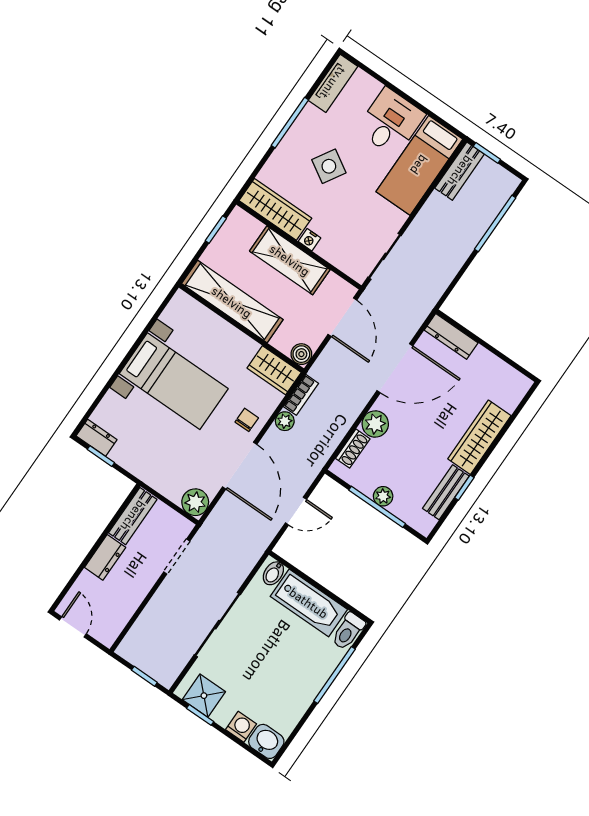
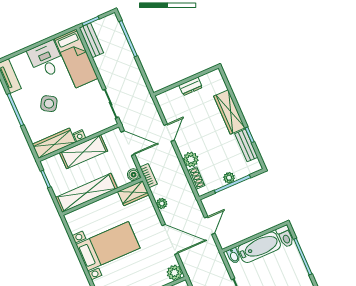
dresser: (451, 336) -> (191, 86), moved, width x0.70
door: (395, 368) -> (169, 133), width x0.53
bookcase: (301, 395) -> (149, 176), moved
chair: (247, 420) -> (149, 222), removed

